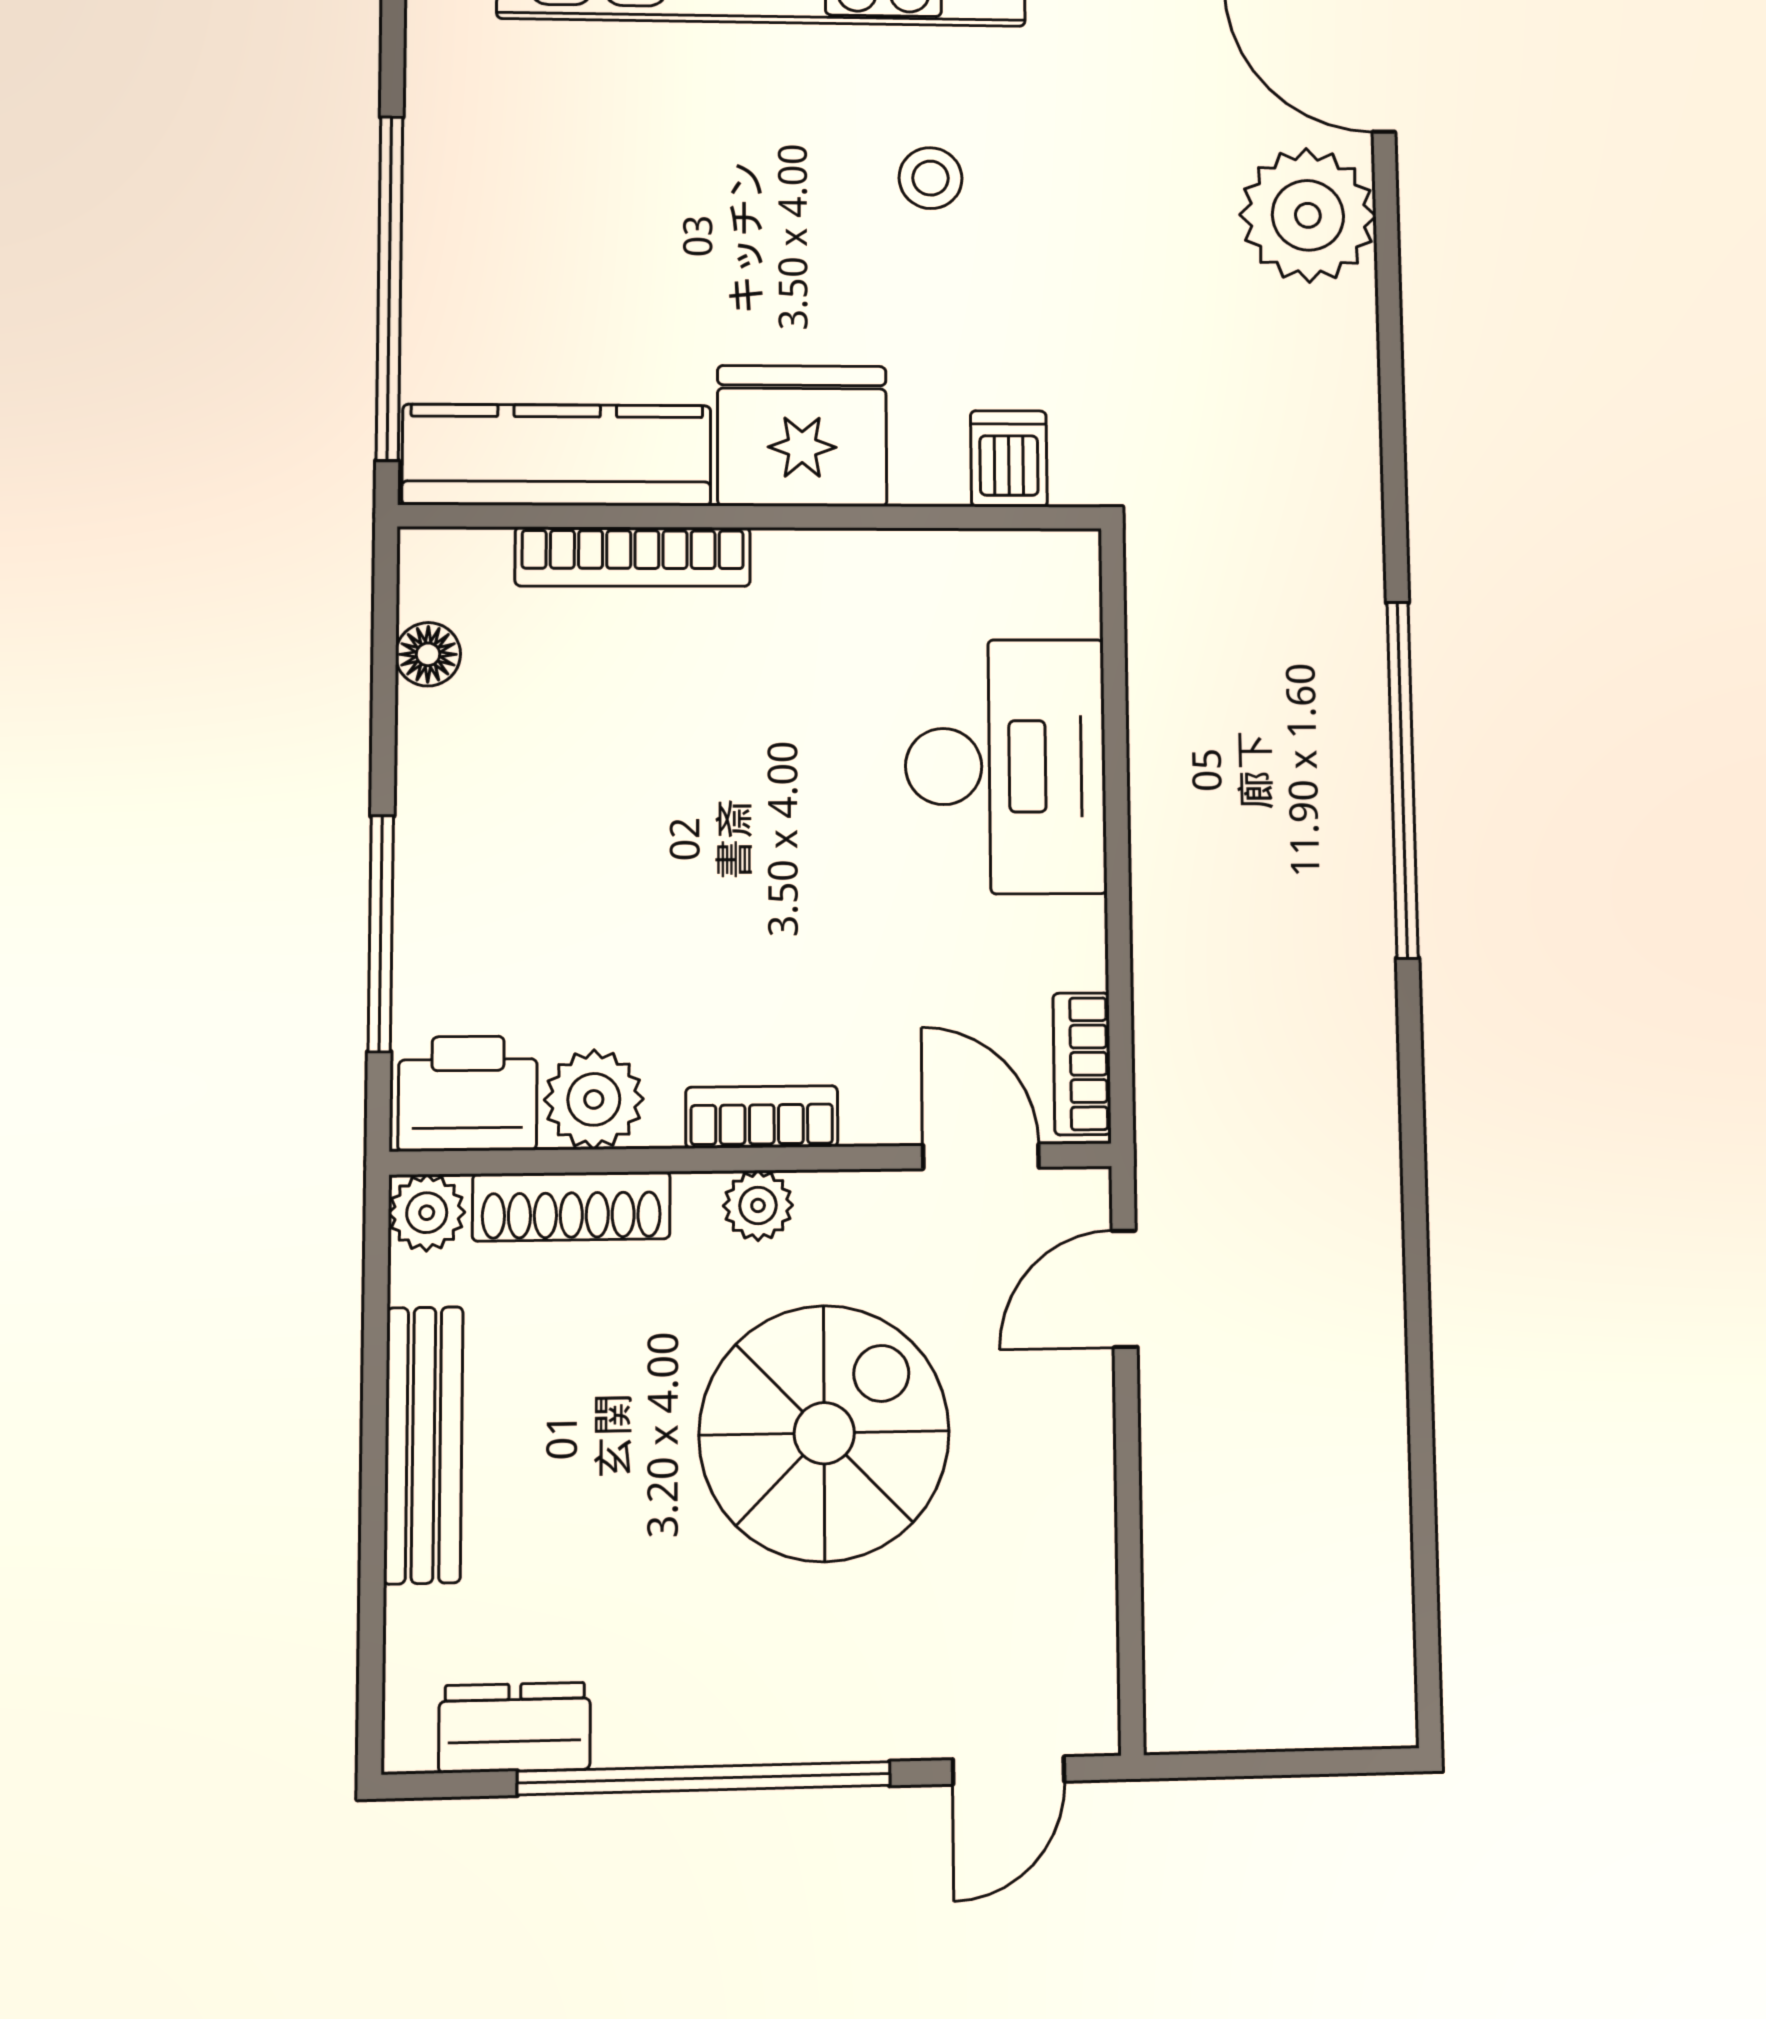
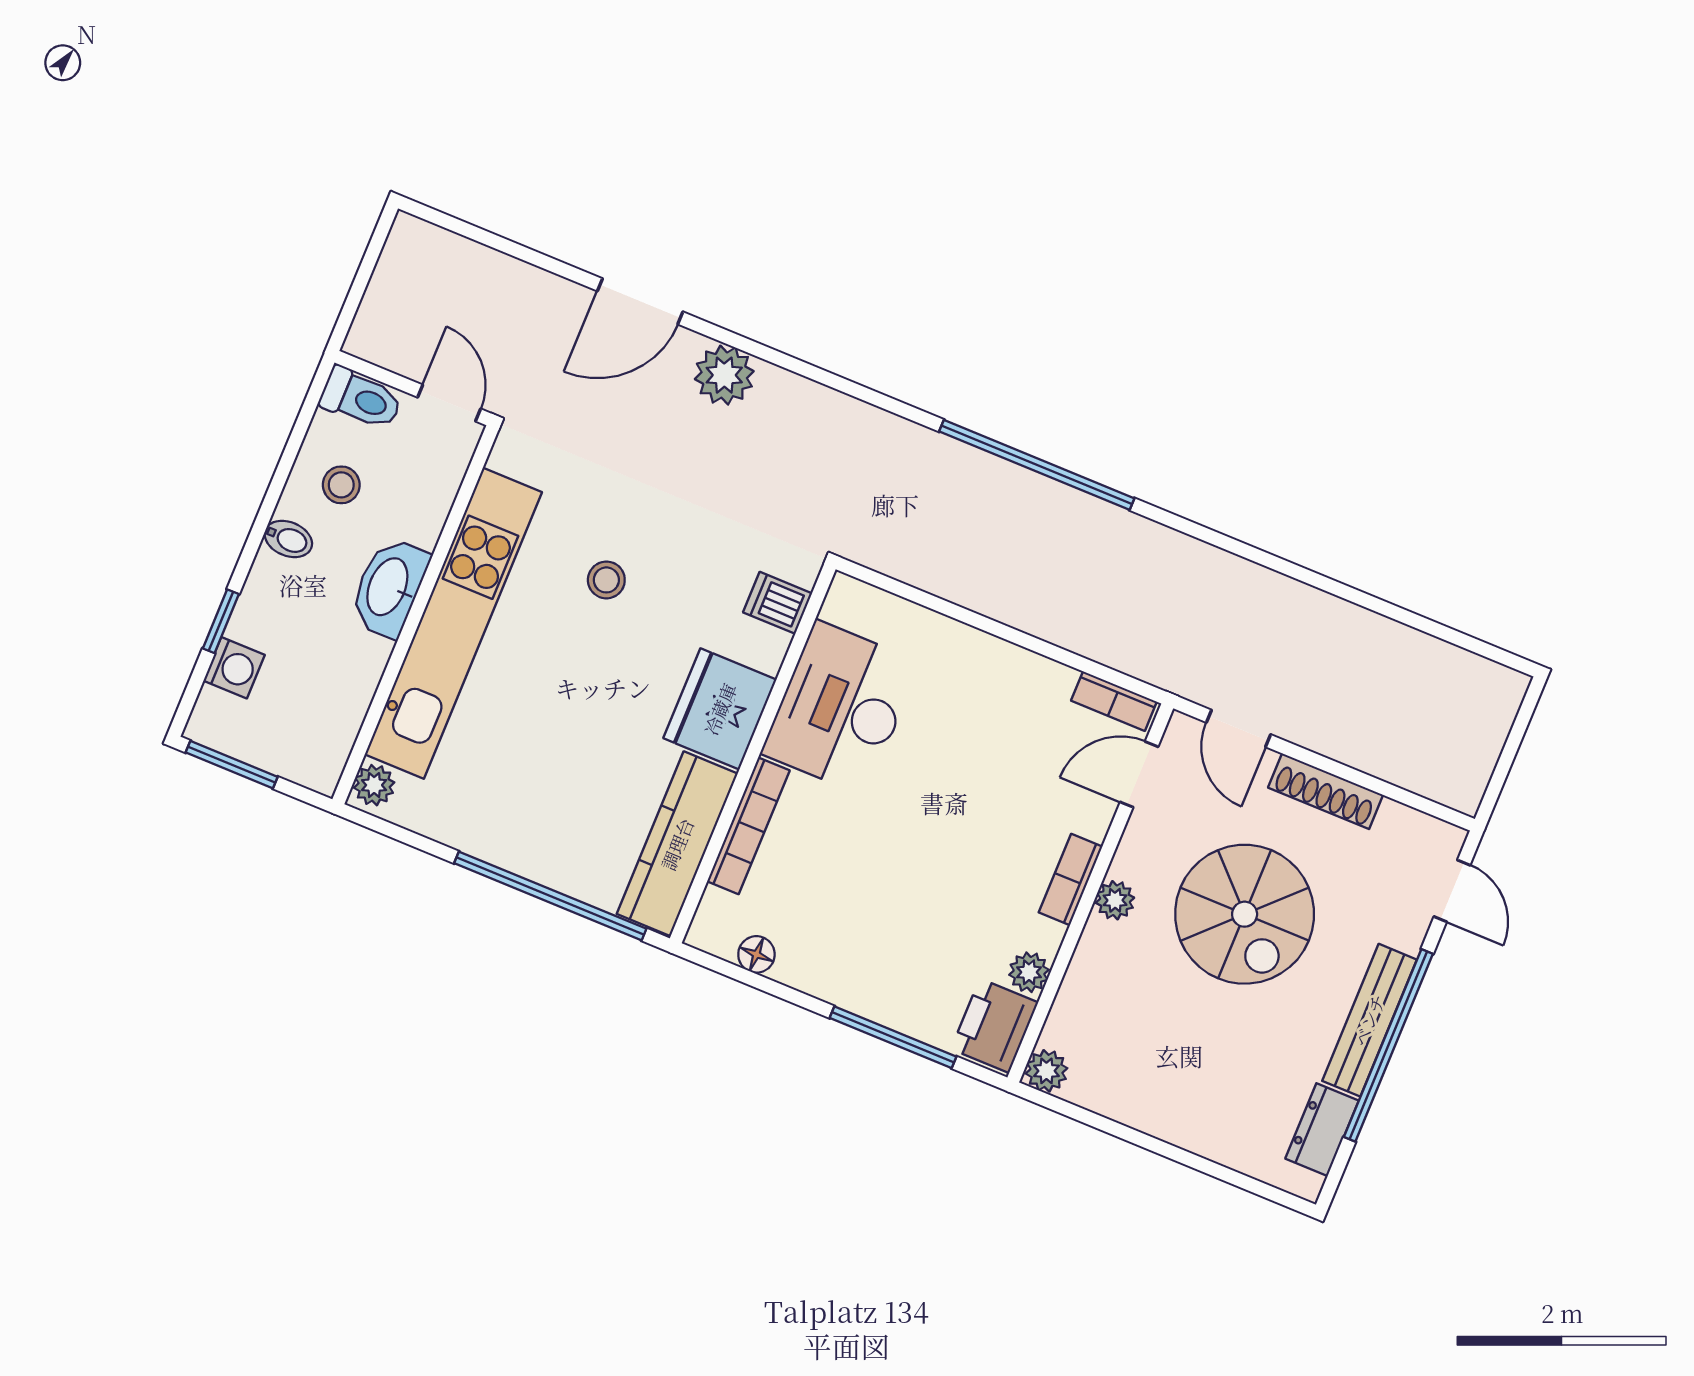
plant: (1308, 215) -> (724, 375), width x0.73, depth x0.73
desk: (1006, 766) -> (841, 708), moved, turned -90
plant: (594, 1099) -> (1029, 972), width x0.73, depth x0.73
shoe rack: (571, 1206) -> (1326, 791), moved, turned 90
spiral stairs: (824, 1433) -> (1245, 914), turned 180
bench: (423, 1445) -> (1369, 1020), moved, turned 90

